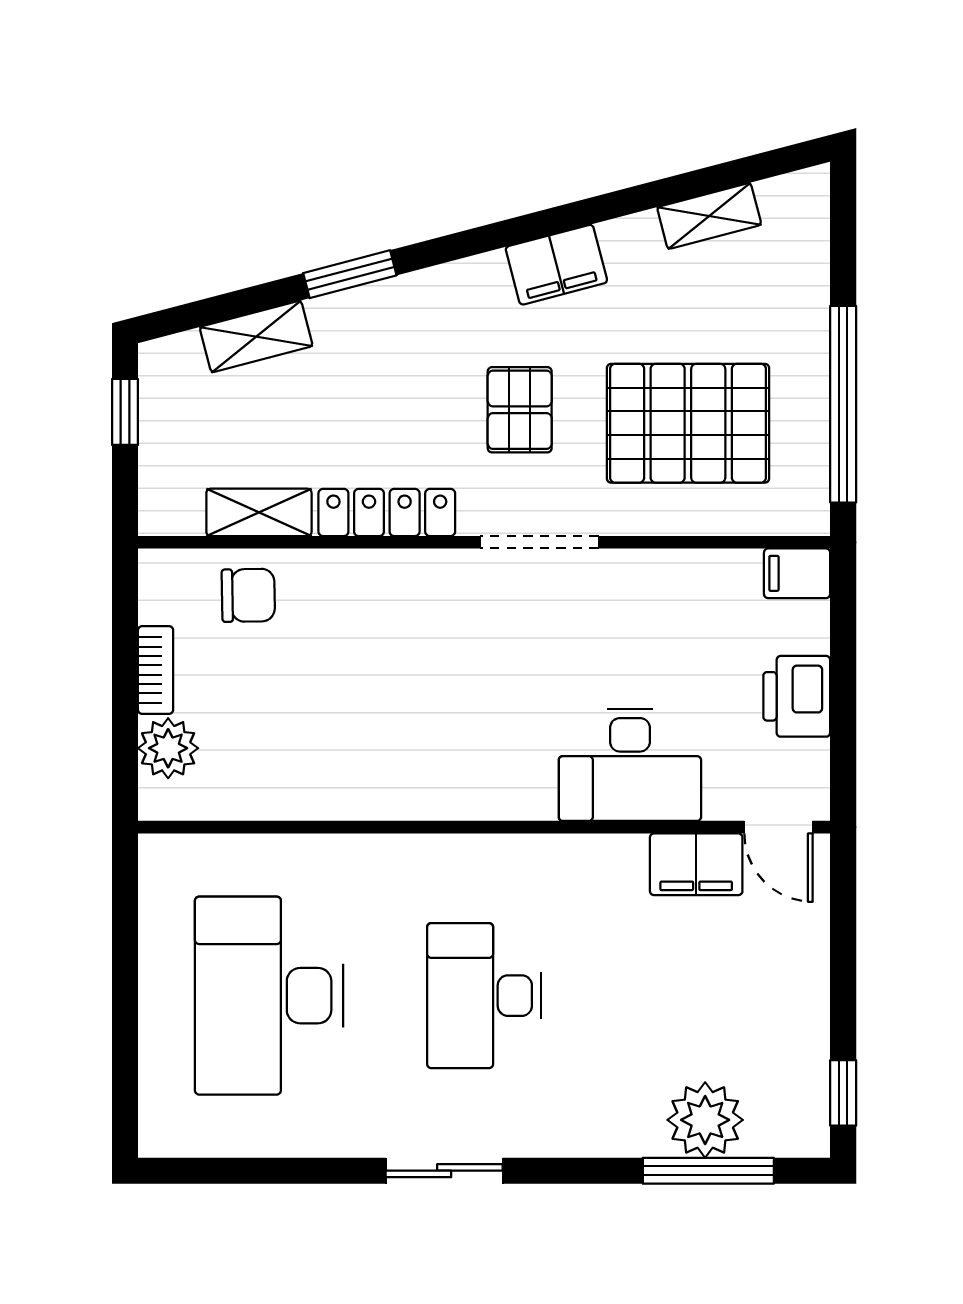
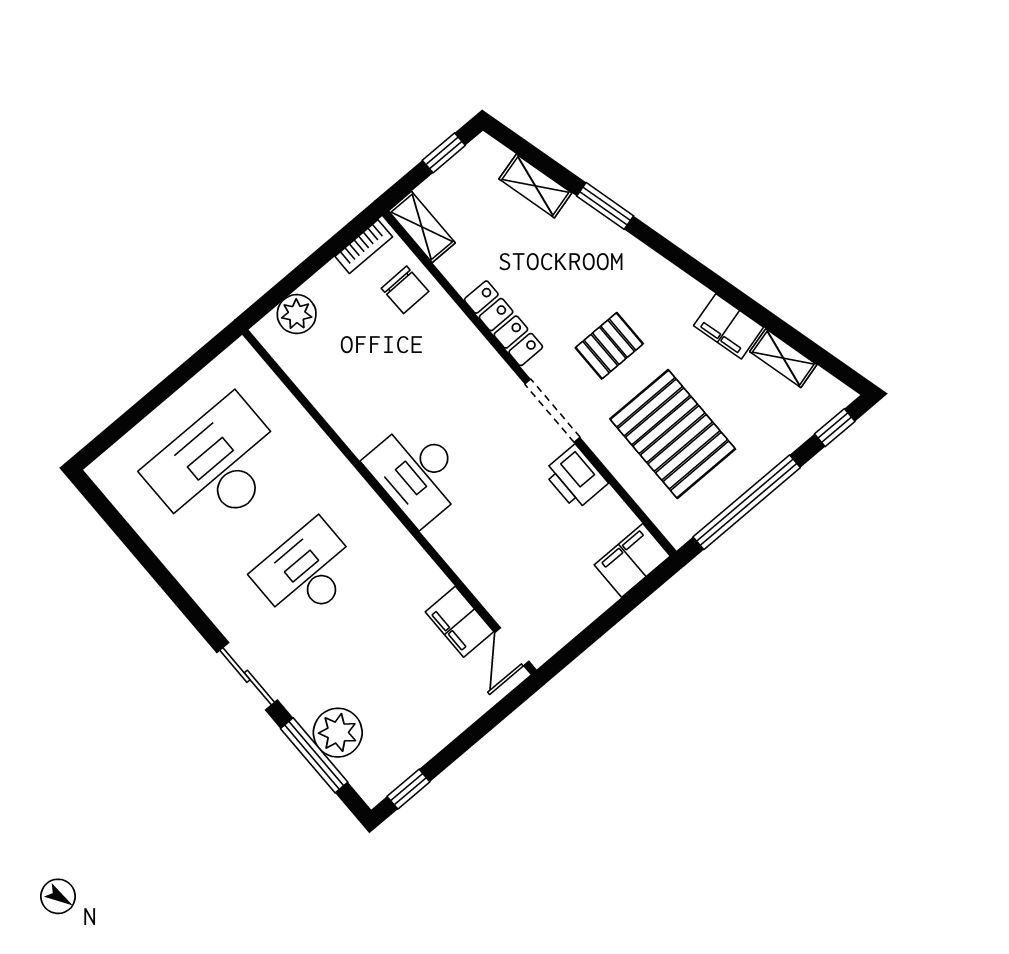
window: (843, 225) -> (835, 428), added
filing cabinet: (556, 265) -> (729, 326), moved
shelving: (259, 512) -> (422, 227), moved
filing cabinet: (797, 573) -> (632, 560), width x2.00
bookcase: (156, 670) -> (364, 247), moved
printer: (797, 696) -> (575, 477), moved, turned -90
desk: (630, 765) -> (417, 473), moved
sliding door: (444, 1171) -> (247, 676), moved

